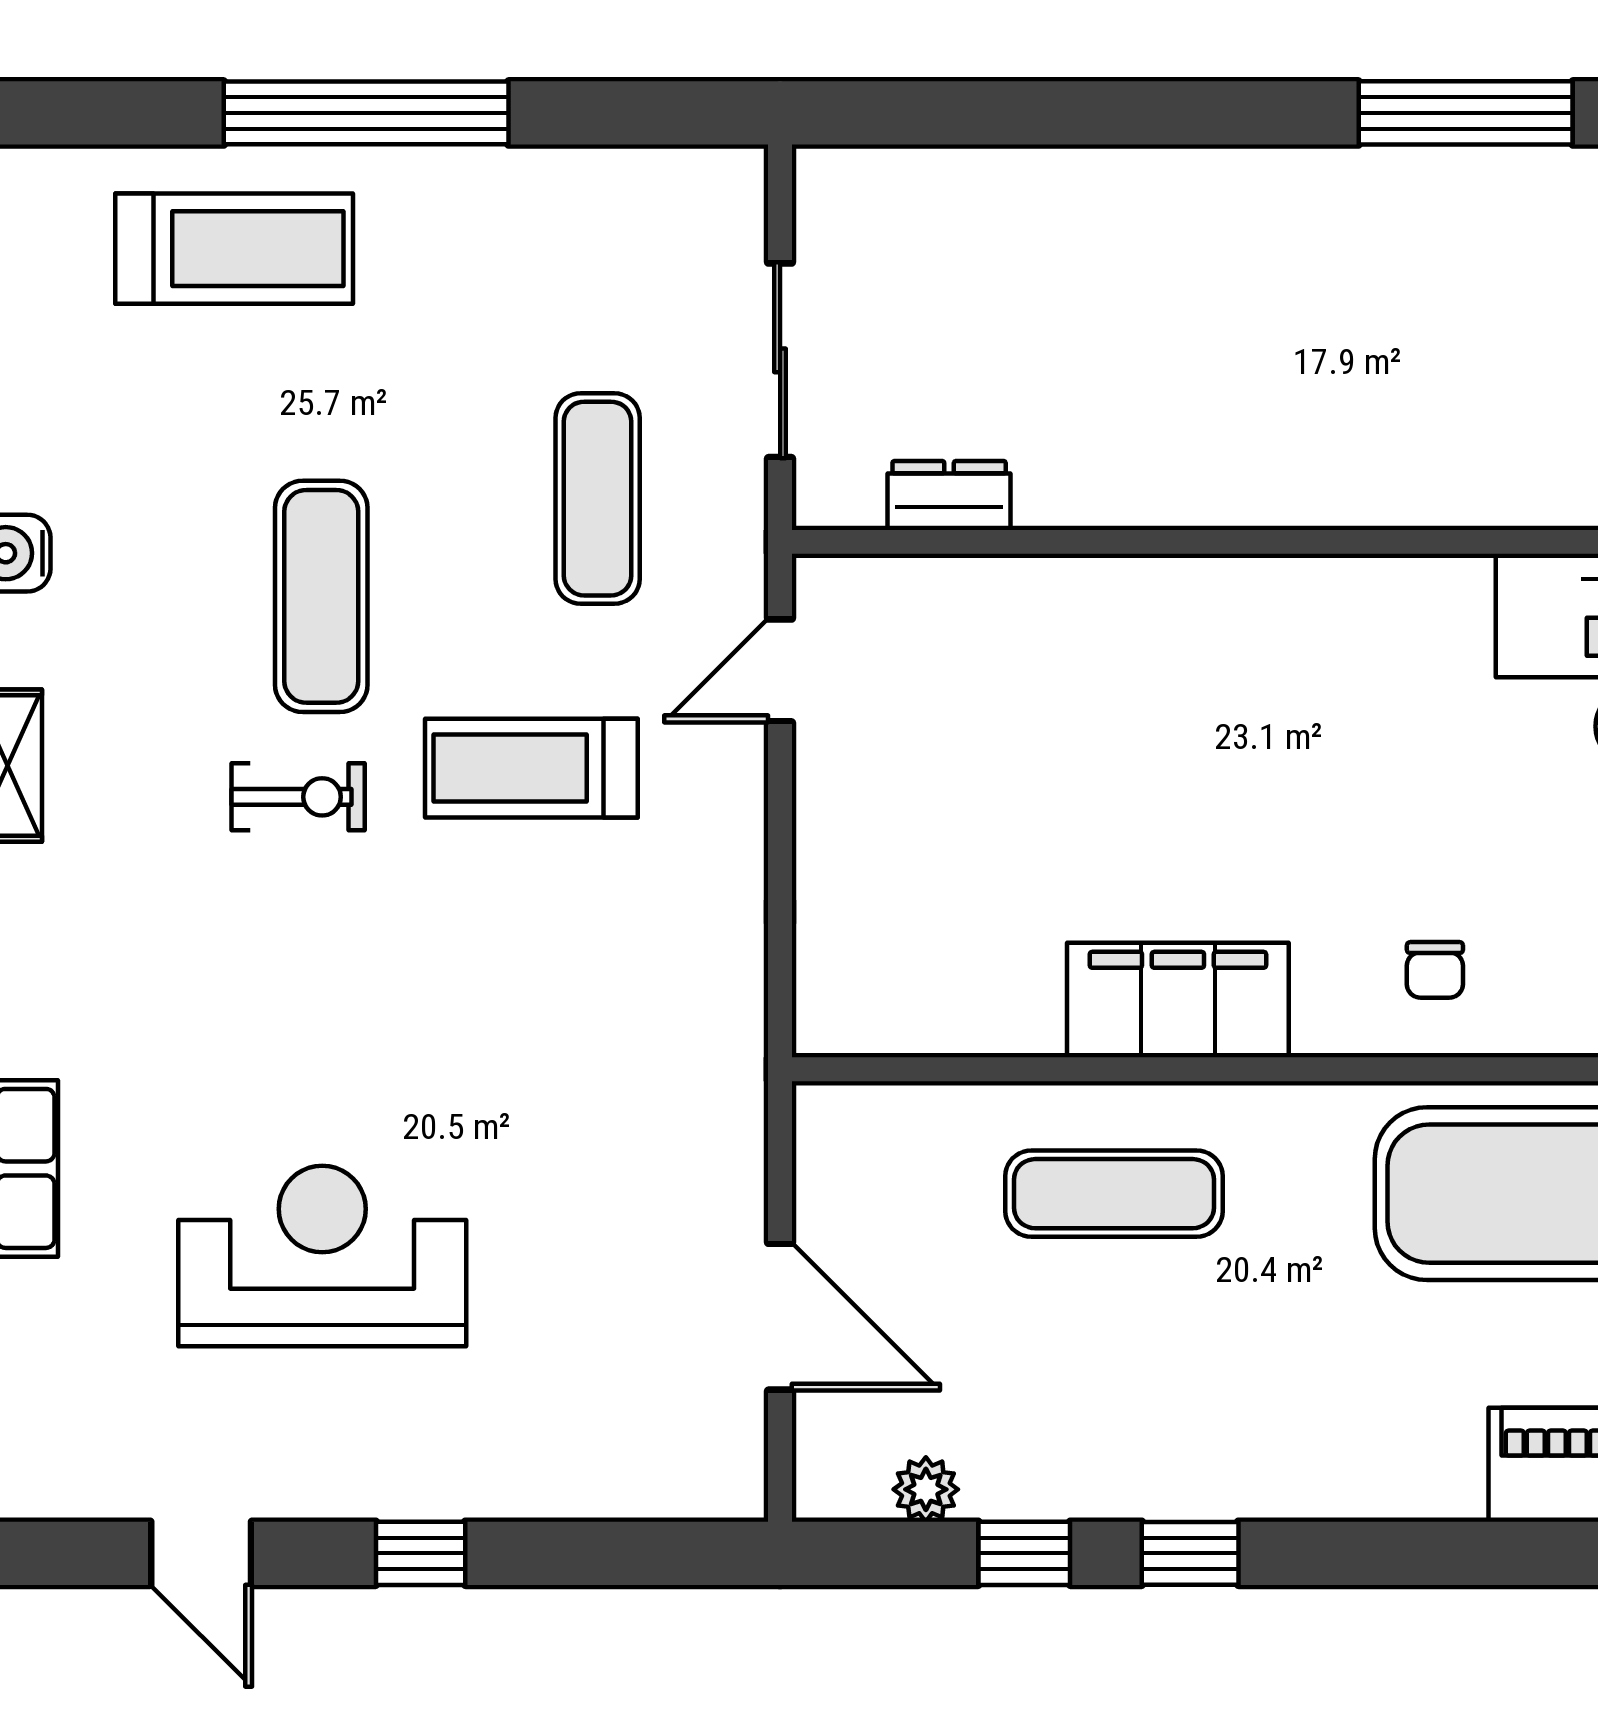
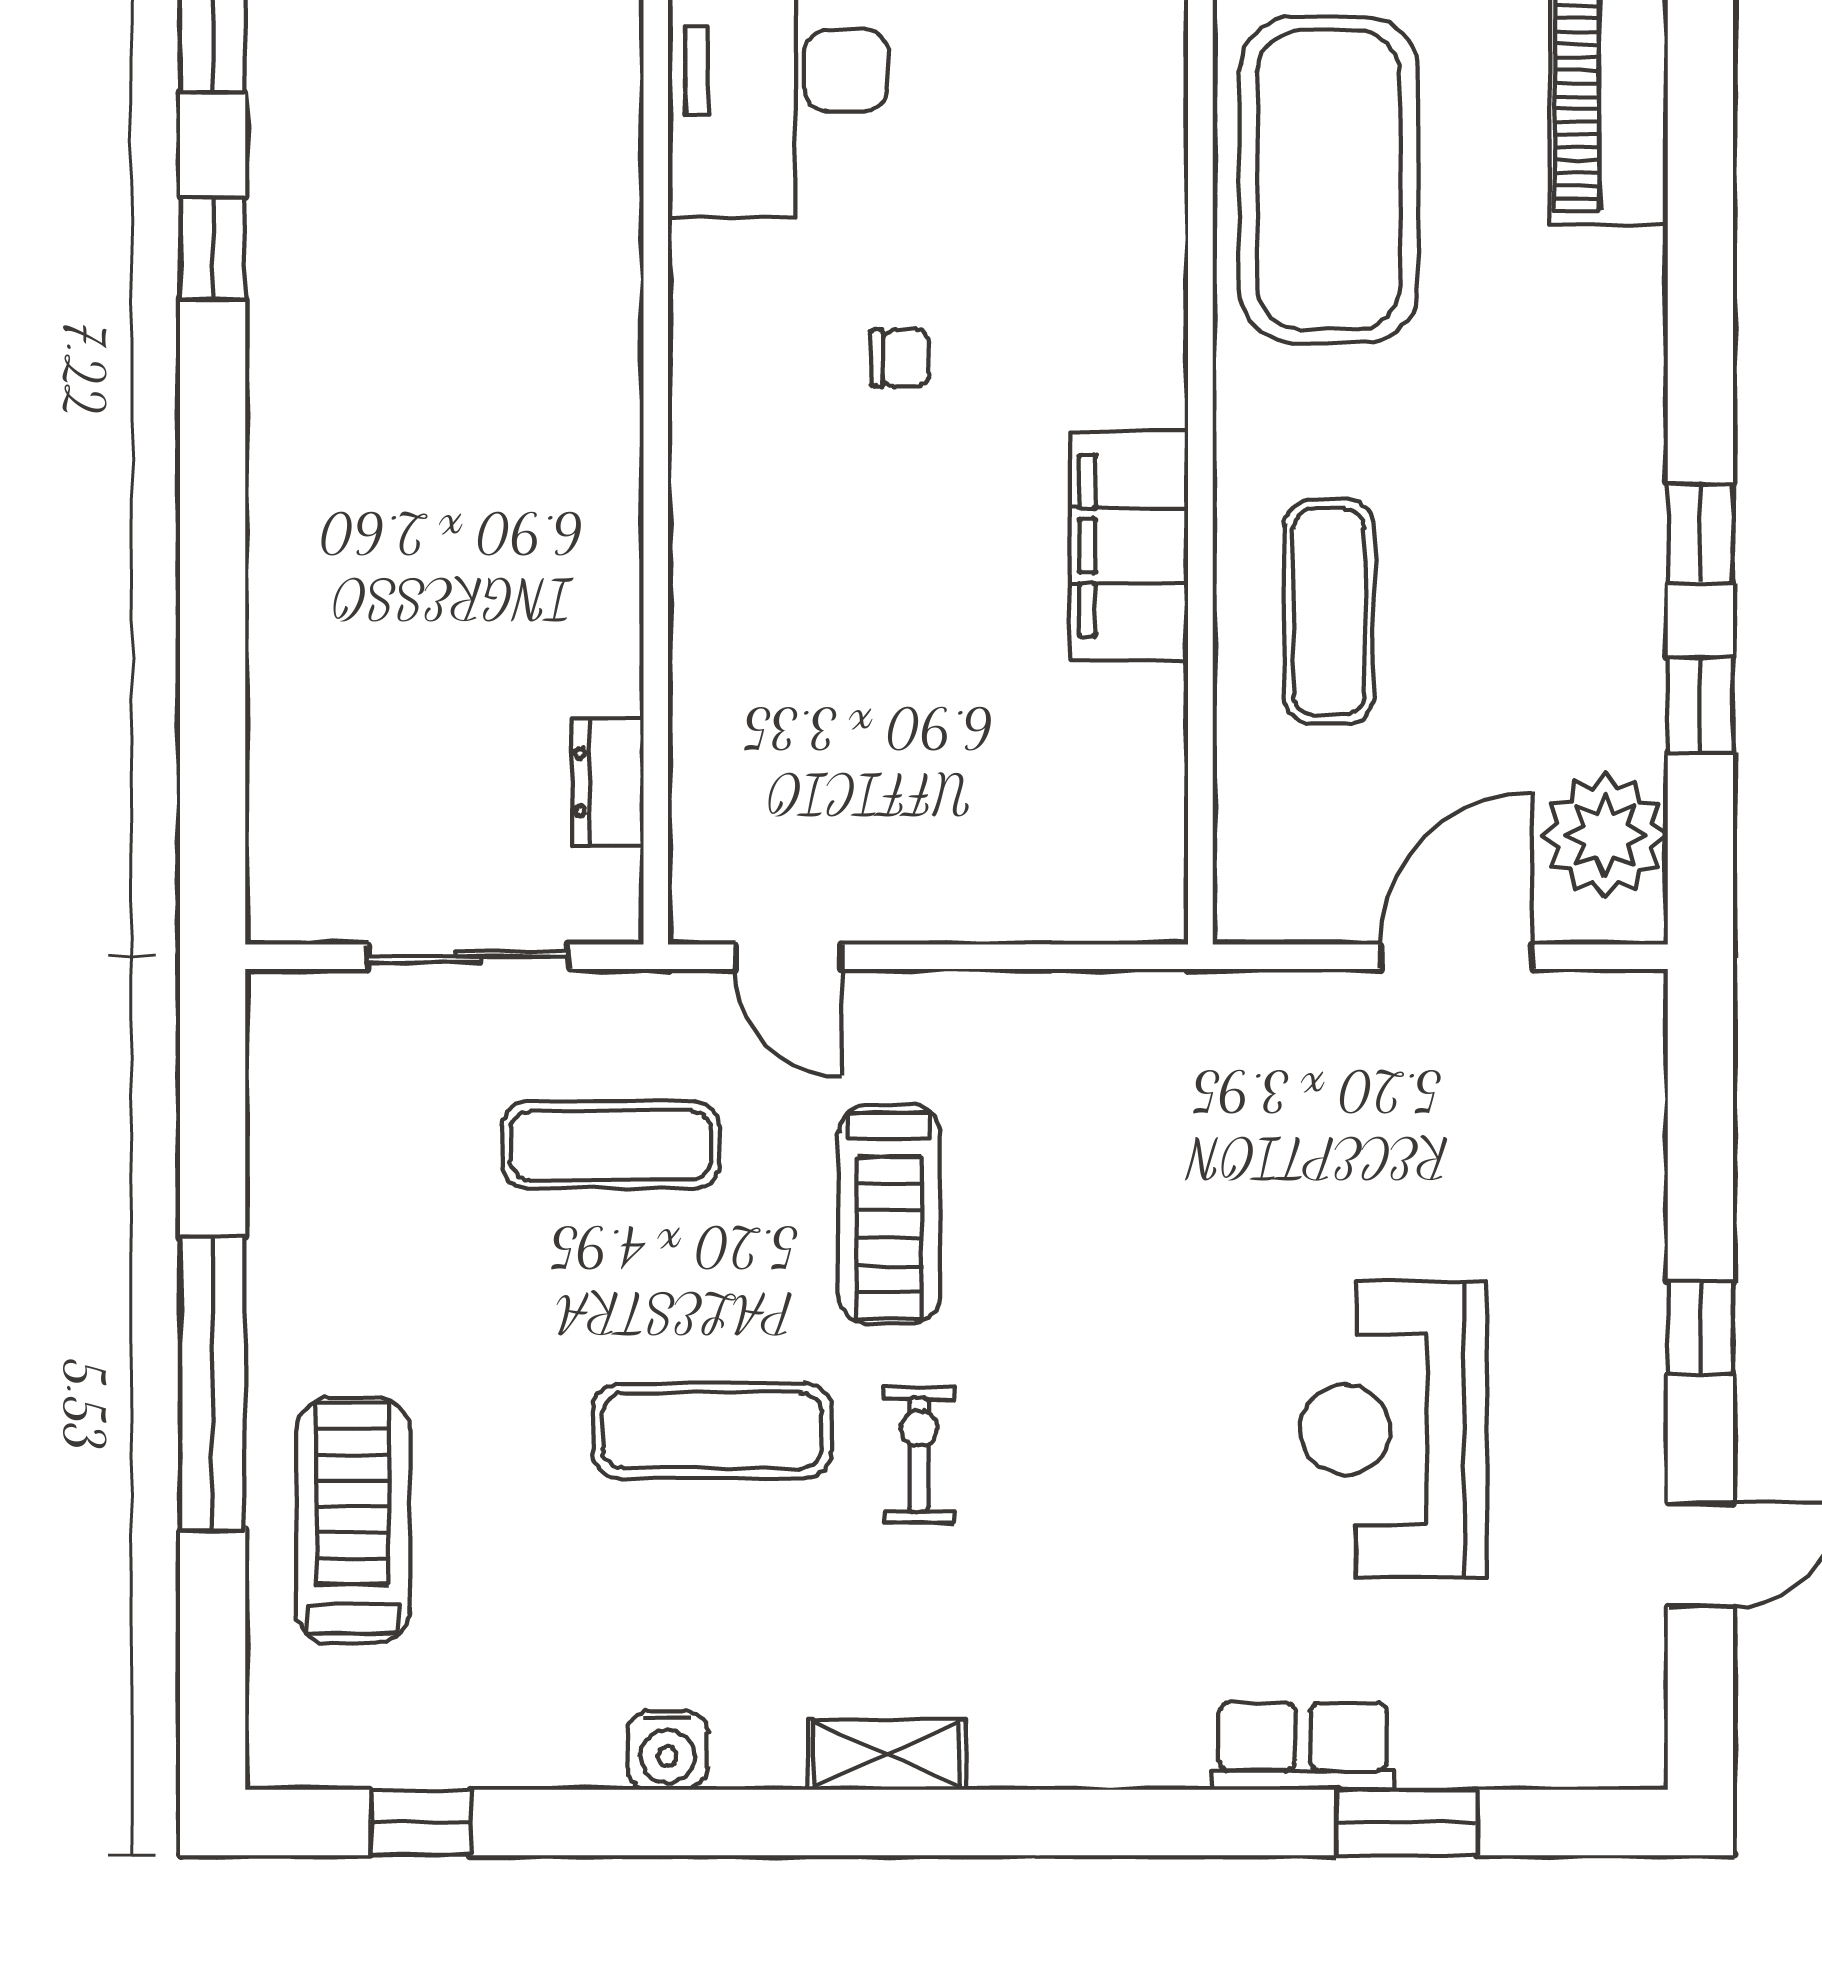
window: (1466, 113) -> (213, 249), width x0.46
chair: (1435, 970) -> (901, 358), moved
plant: (926, 1489) -> (1605, 835), width x1.87, depth x1.87

